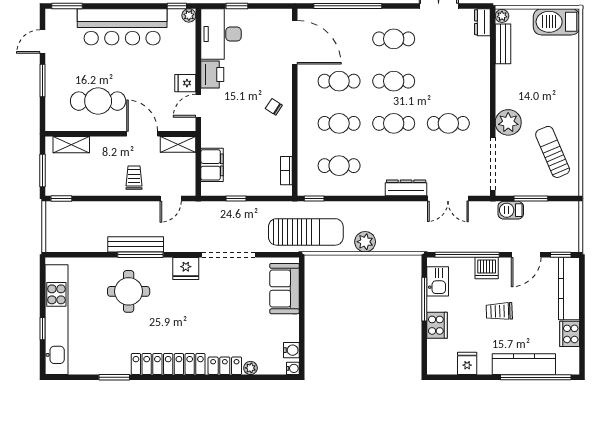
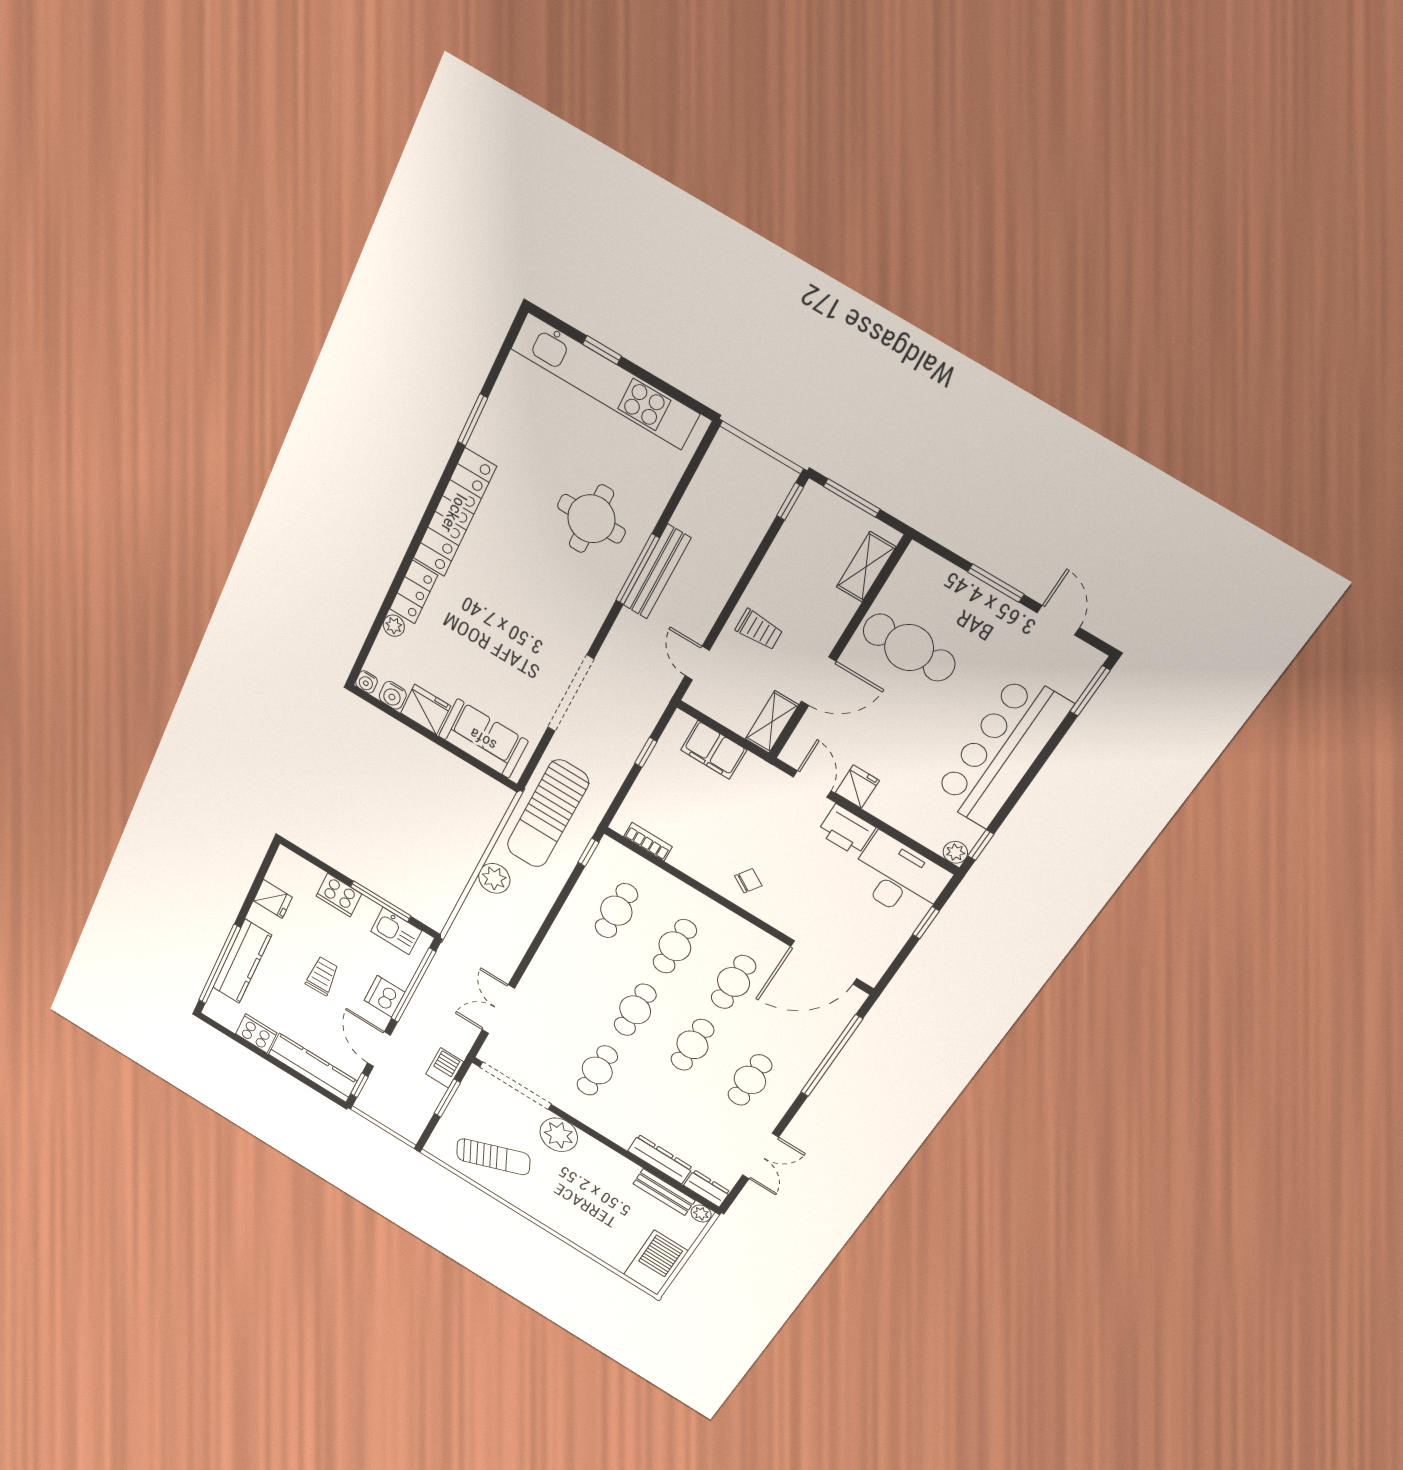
cafe table: (98, 101) -> (909, 648), turned 90
dresser: (406, 188) -> (660, 1159), moved, turned -90
fridge: (186, 268) -> (426, 710), moved, turned 90

